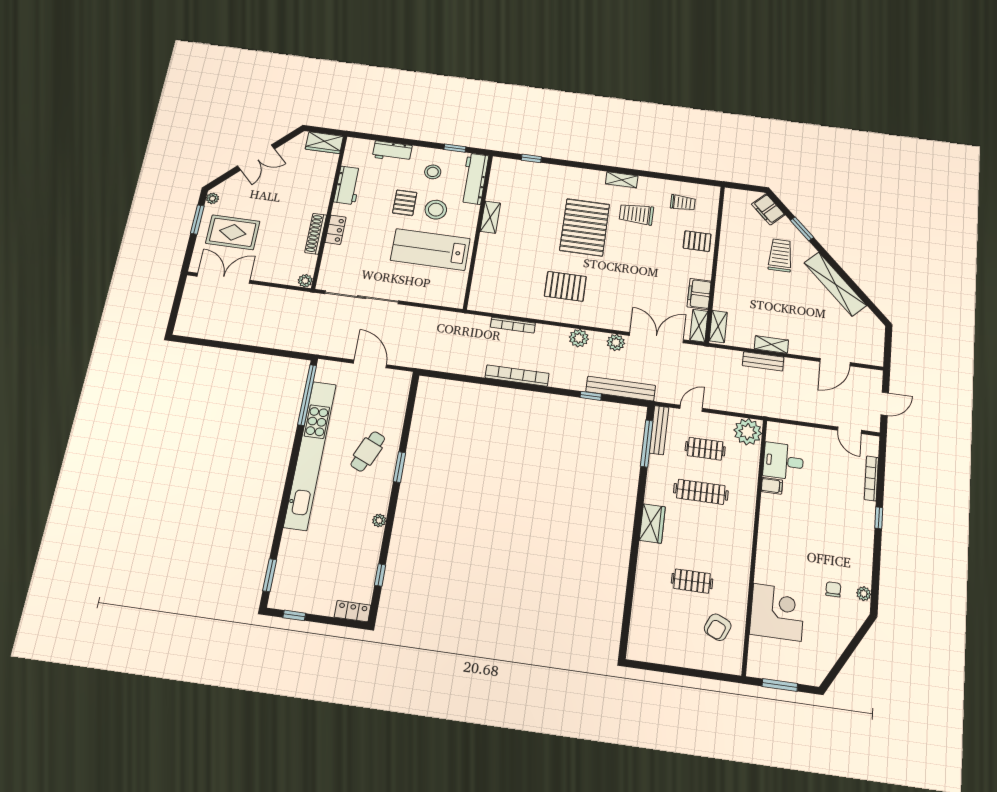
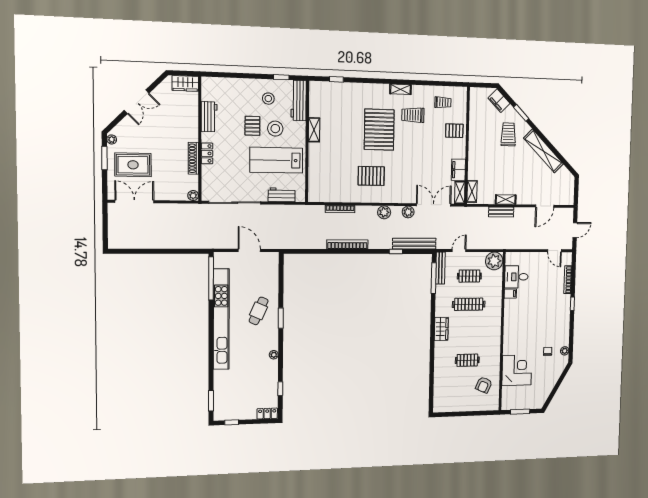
workbench: (392, 151) -> (282, 195), moved, turned 180

